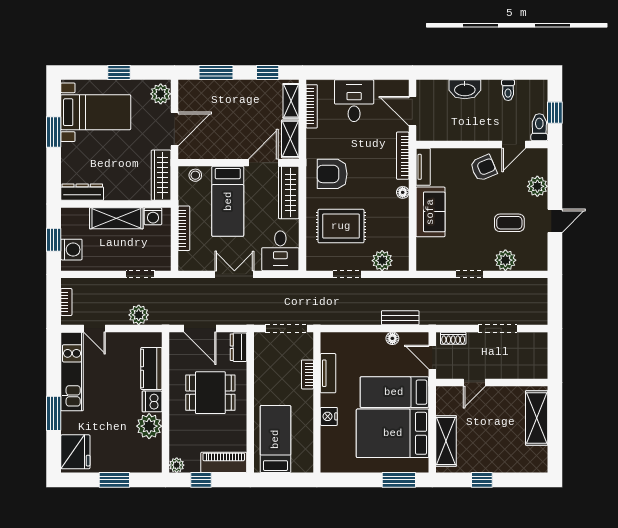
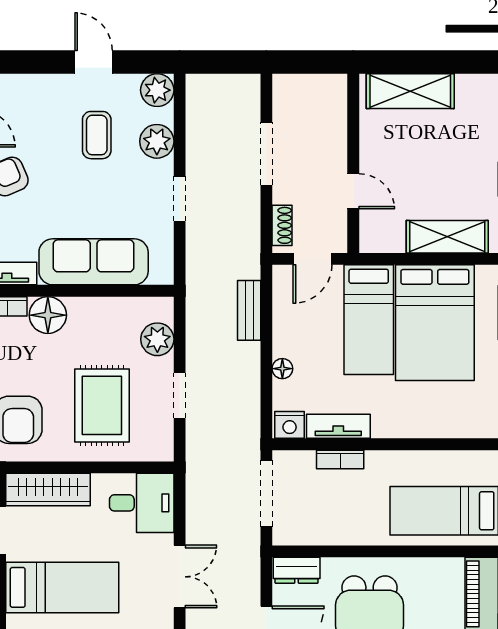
plant: (537, 186) -> (157, 90), moved
floor lamp: (403, 192) -> (48, 315), width x1.89, depth x1.89
sofa: (430, 212) -> (94, 262), width x1.36
double door: (234, 274) -> (180, 577), swing flipped
floor lamp: (392, 338) -> (282, 369), moved
nightstand: (329, 416) -> (290, 425), moved

